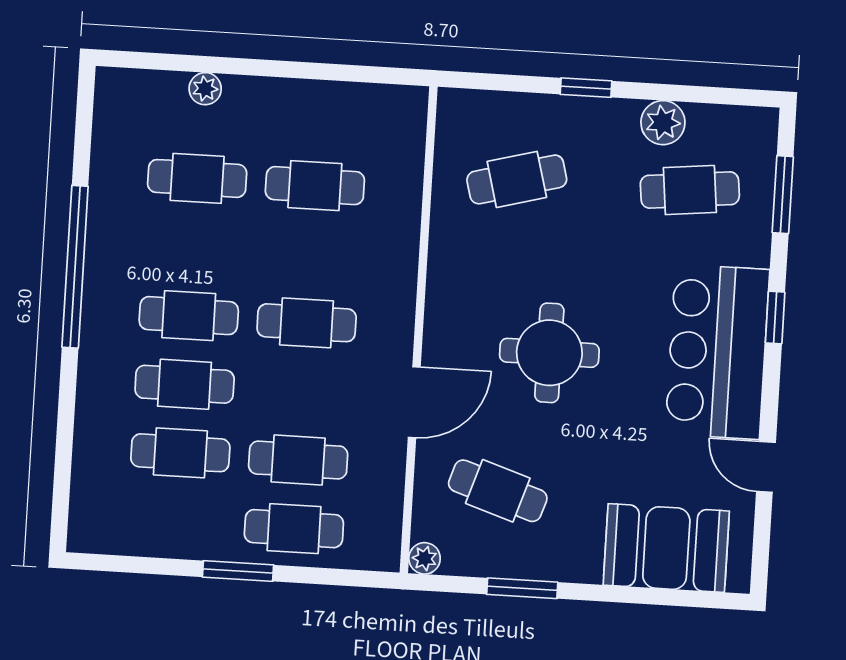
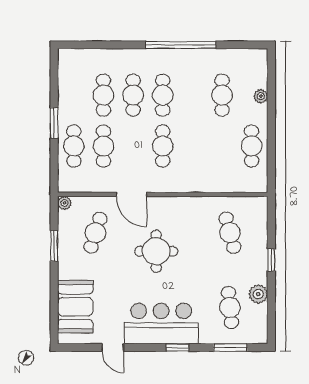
cafe table: (315, 186) -> (252, 146), moved
door: (766, 467) -> (113, 348), swing flipped

